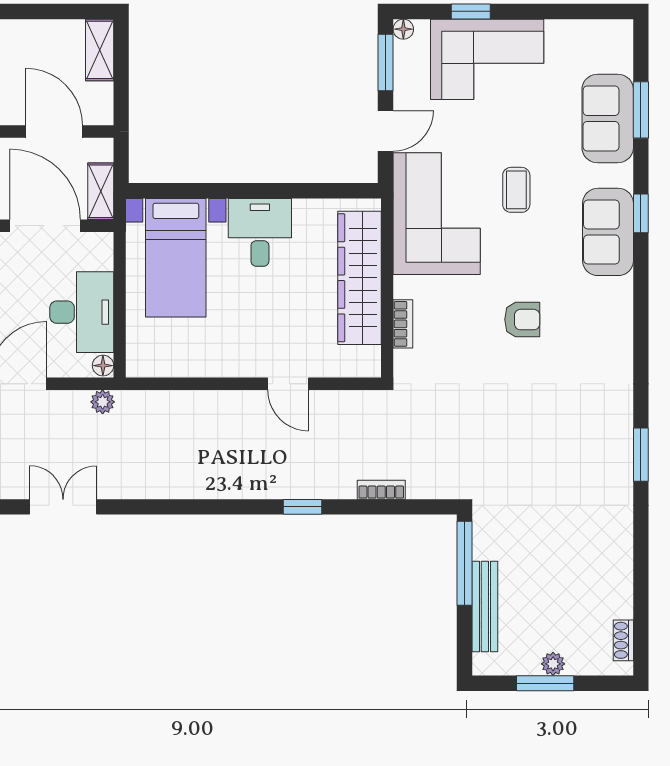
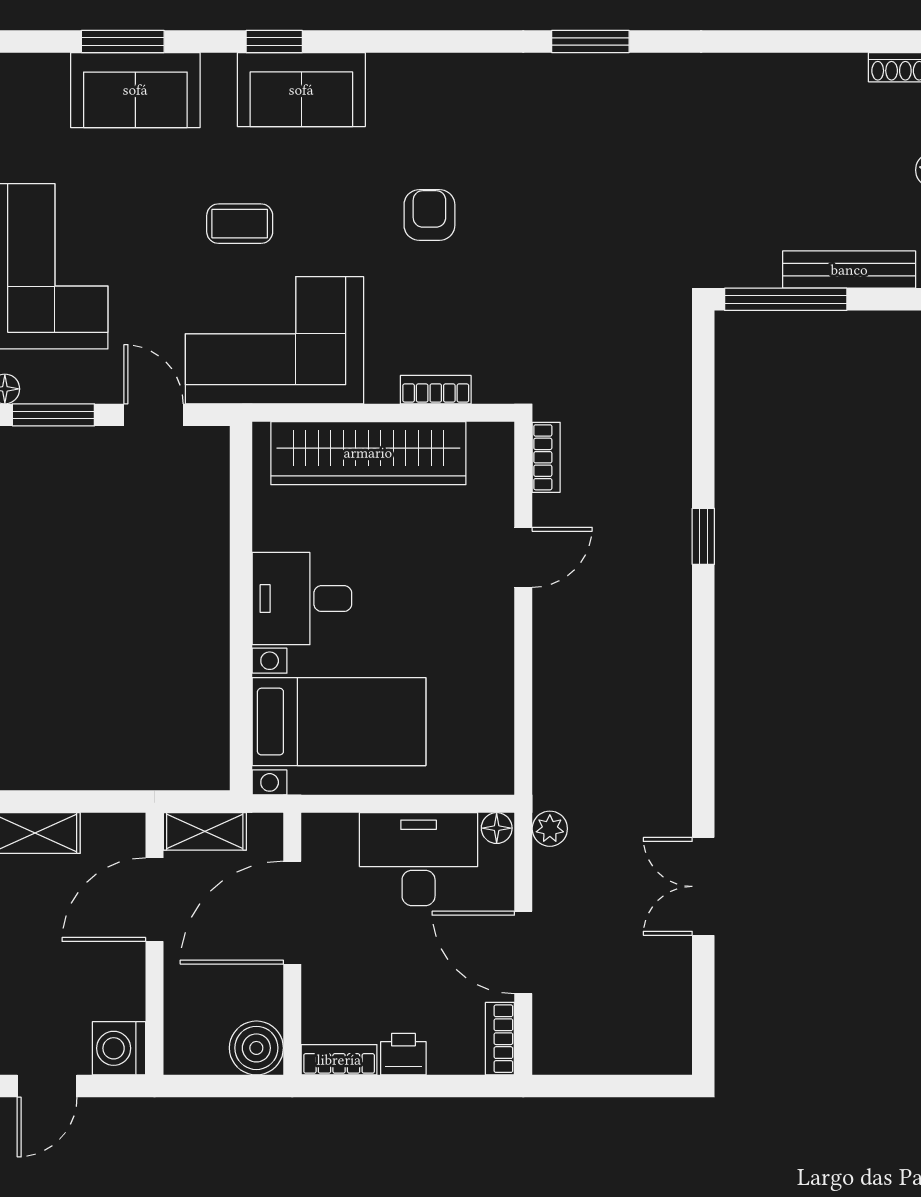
shelving: (101, 191) -> (205, 831), moved
window: (641, 455) -> (590, 42), moved
bookcase: (381, 490) -> (546, 457), moved, turned 180

